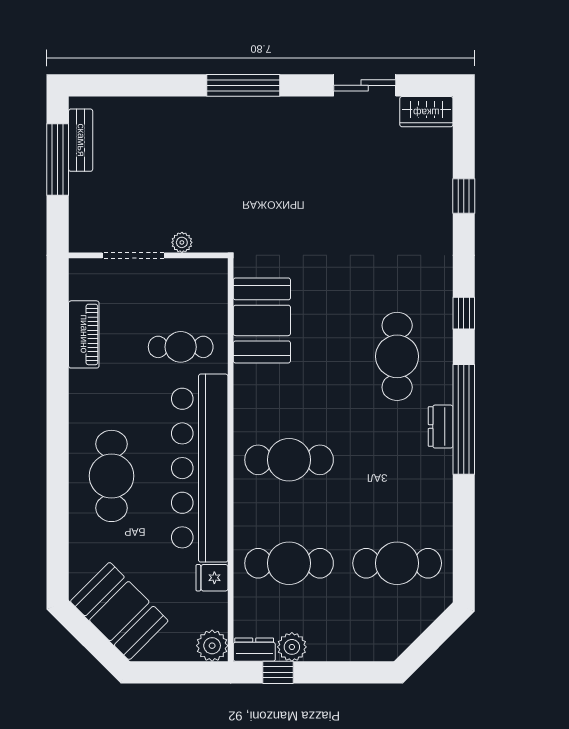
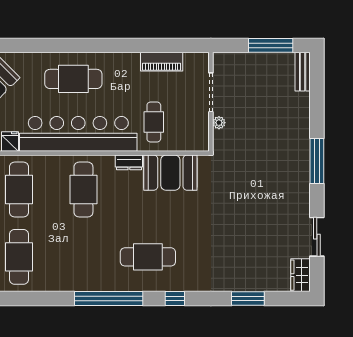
bench: (81, 140) -> (303, 72), moved, turned 90
window: (464, 196) -> (248, 298), width x1.50
dresser: (441, 427) -> (129, 162), moved, turned 180

